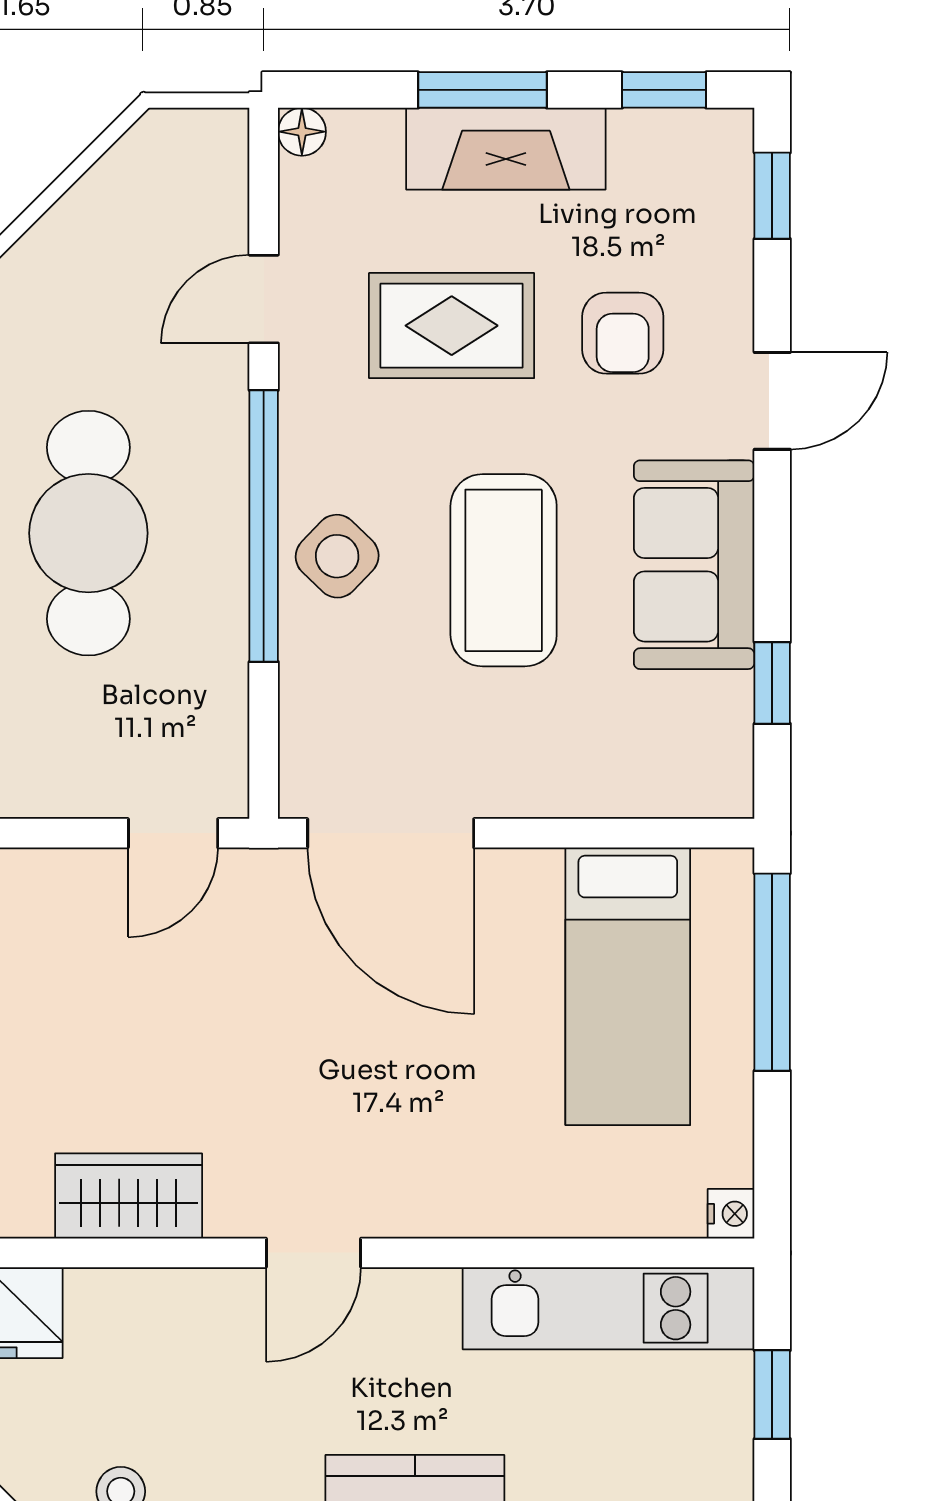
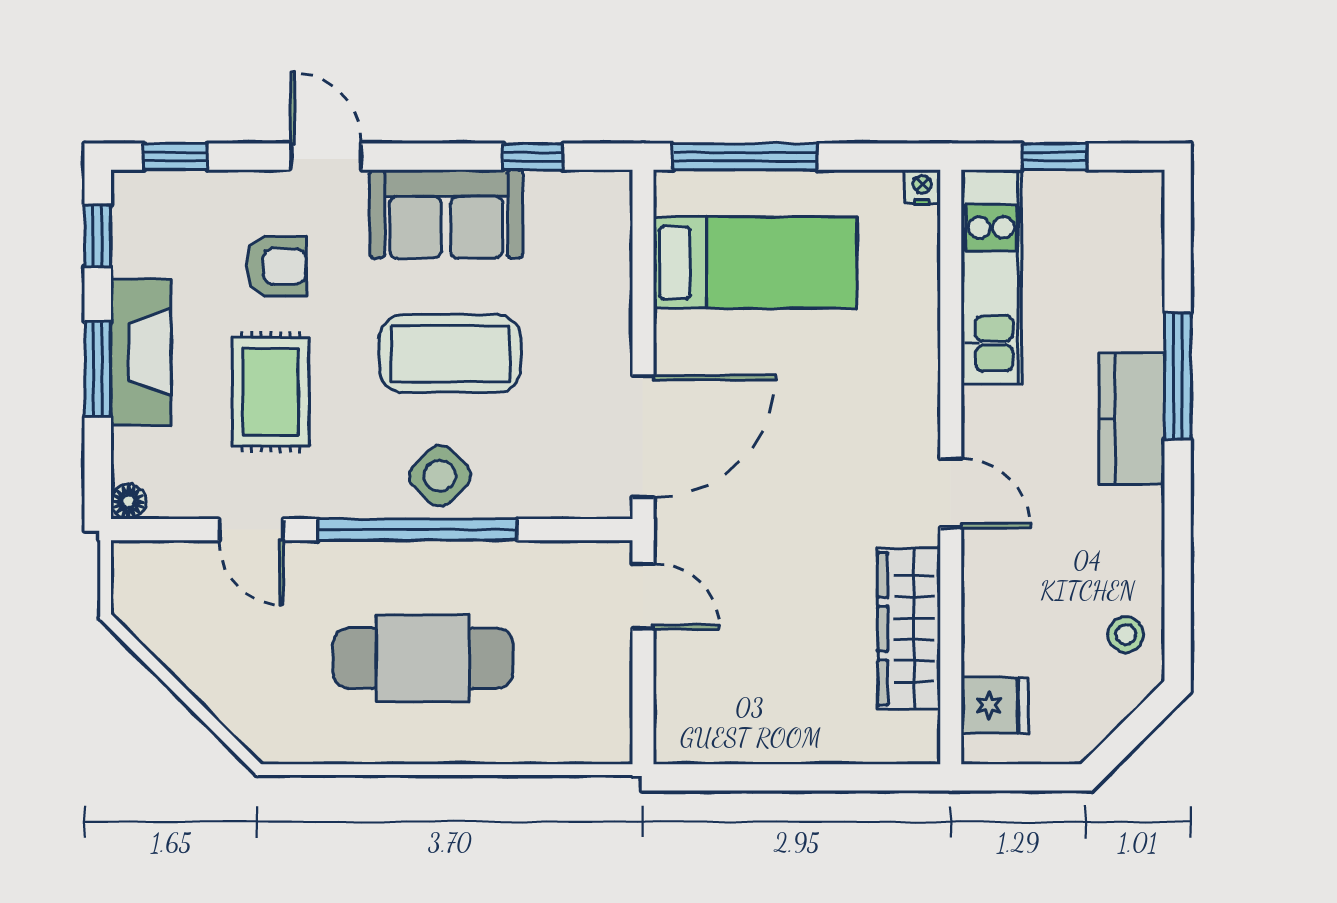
wardrobe: (129, 1196) -> (909, 629), width x1.50

